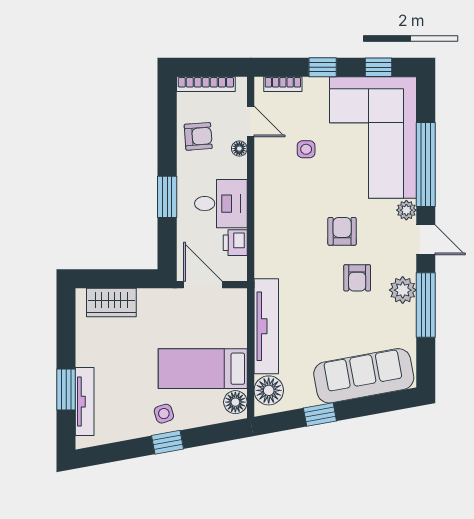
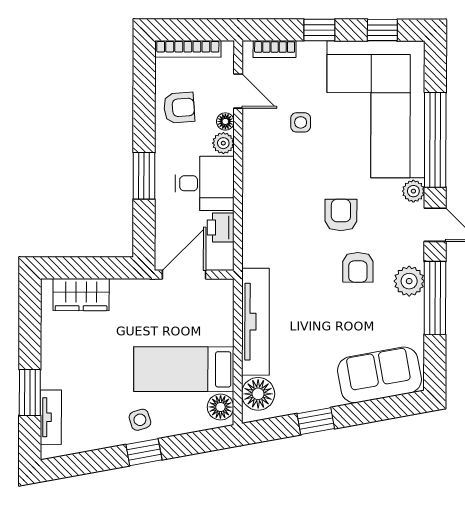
plant: (237, 168) -> (223, 143), added
door: (203, 285) -> (184, 275), hinge flipped
sofa: (364, 376) -> (379, 375), width x0.73
tv unit: (85, 402) -> (51, 417), width x0.71

